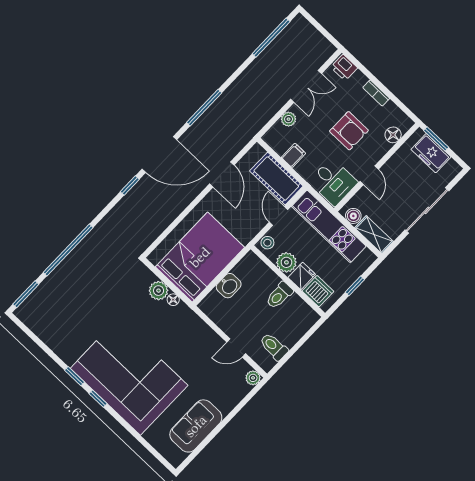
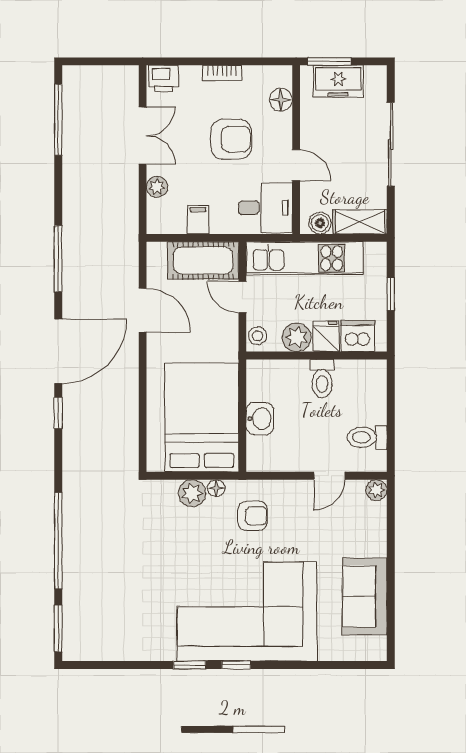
armchair: (178, 331) -> (253, 516), added

